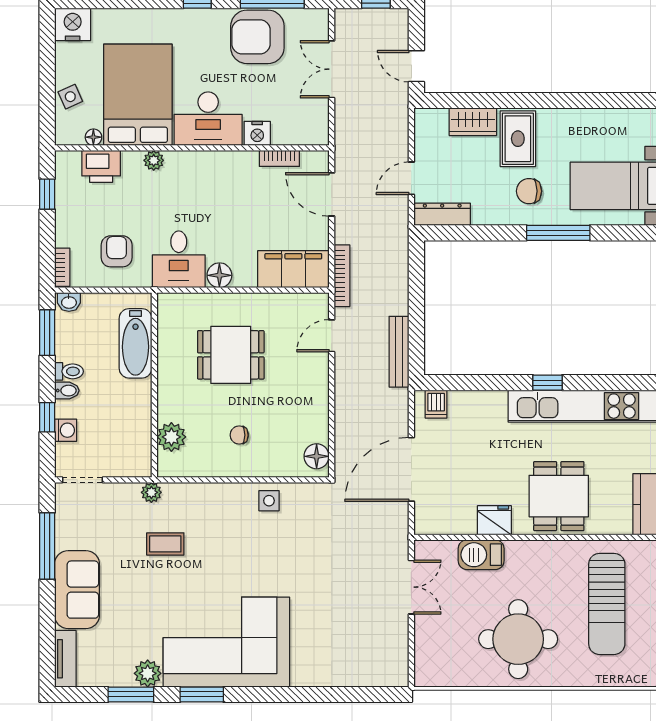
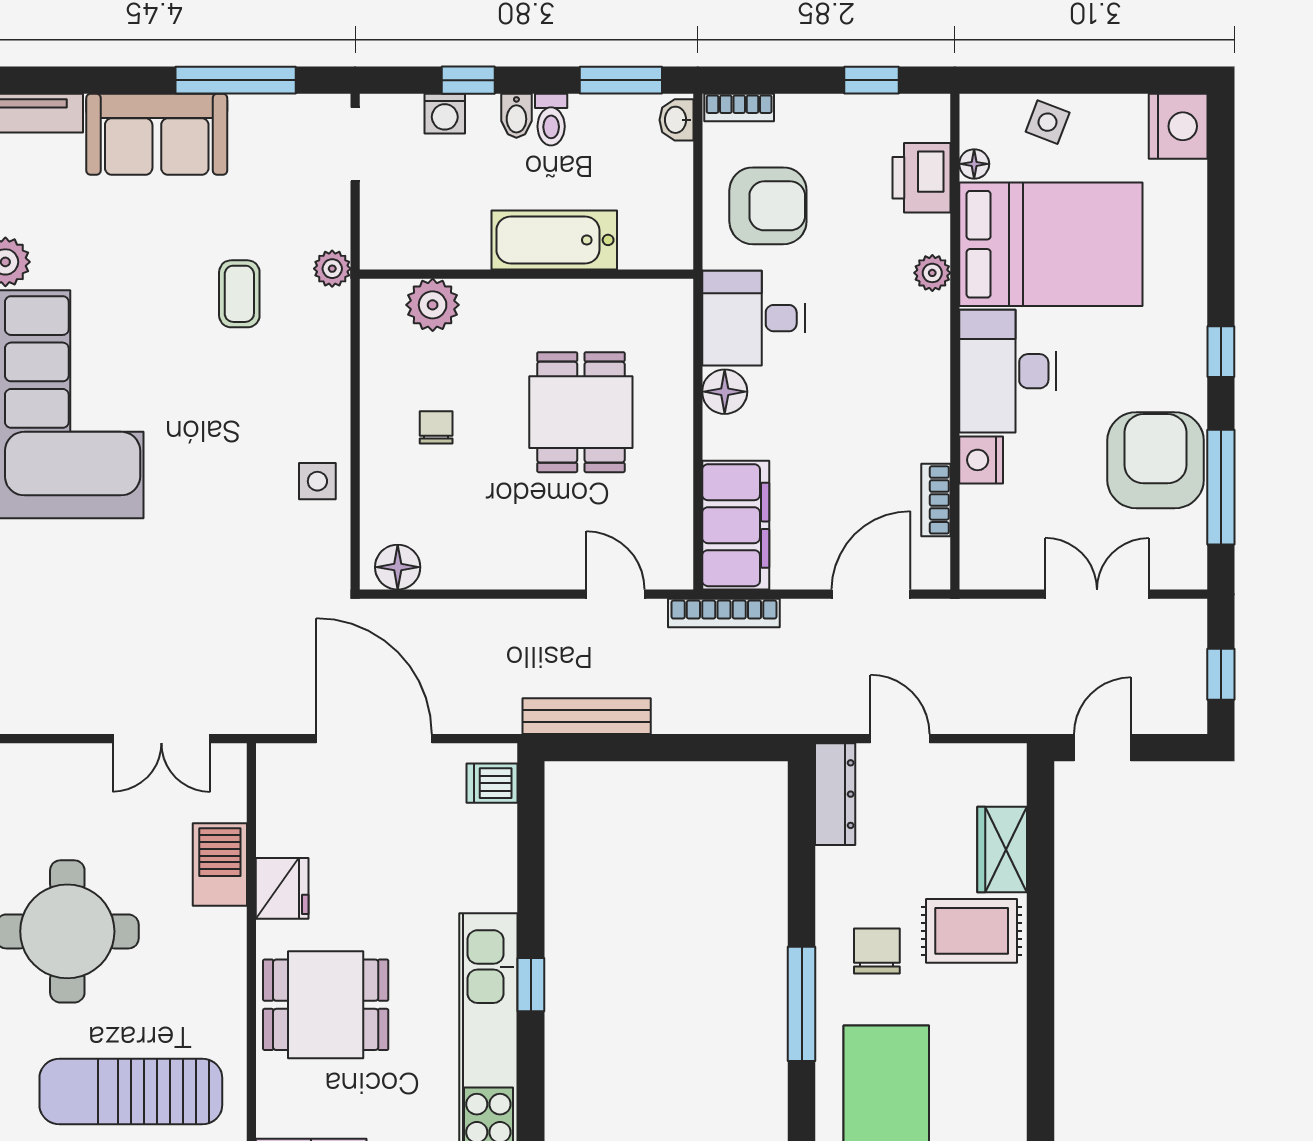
side table: (70, 97) -> (1048, 122), turned 45
armchair: (117, 251) -> (768, 206), width x1.38, depth x1.38
bathtub: (135, 343) -> (554, 240), moved

